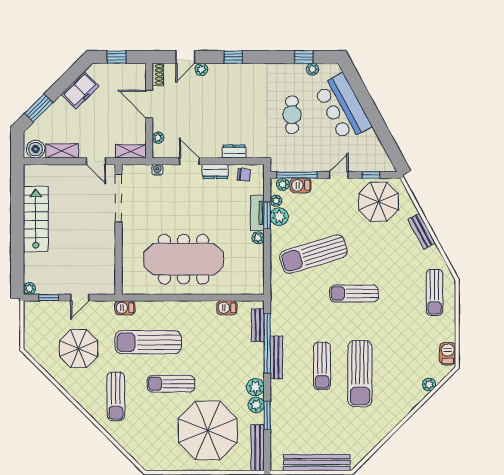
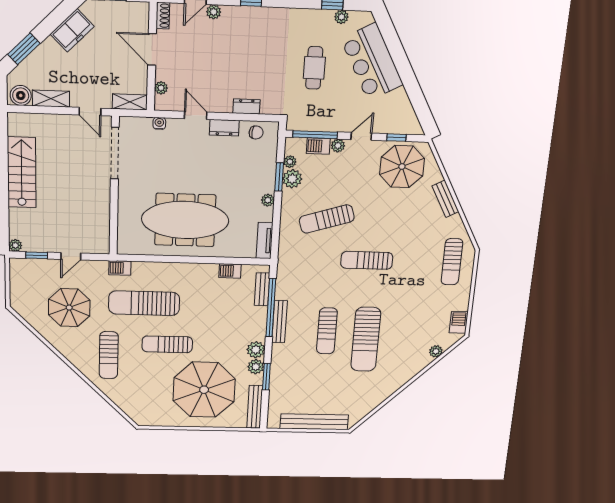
plant: (283, 184) -> (338, 146), moved
tv unit: (257, 213) -> (265, 241), moved
sun lounger: (313, 254) -> (327, 219), width x0.73, depth x0.75

